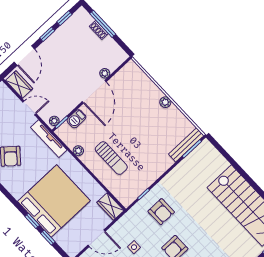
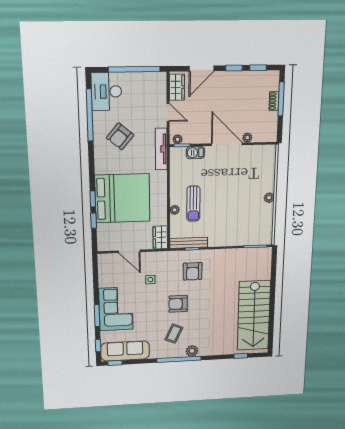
door: (94, 92) -> (227, 144), swing flipped
bench: (186, 145) -> (189, 243), moved
plant: (78, 151) -> (175, 210), moved

